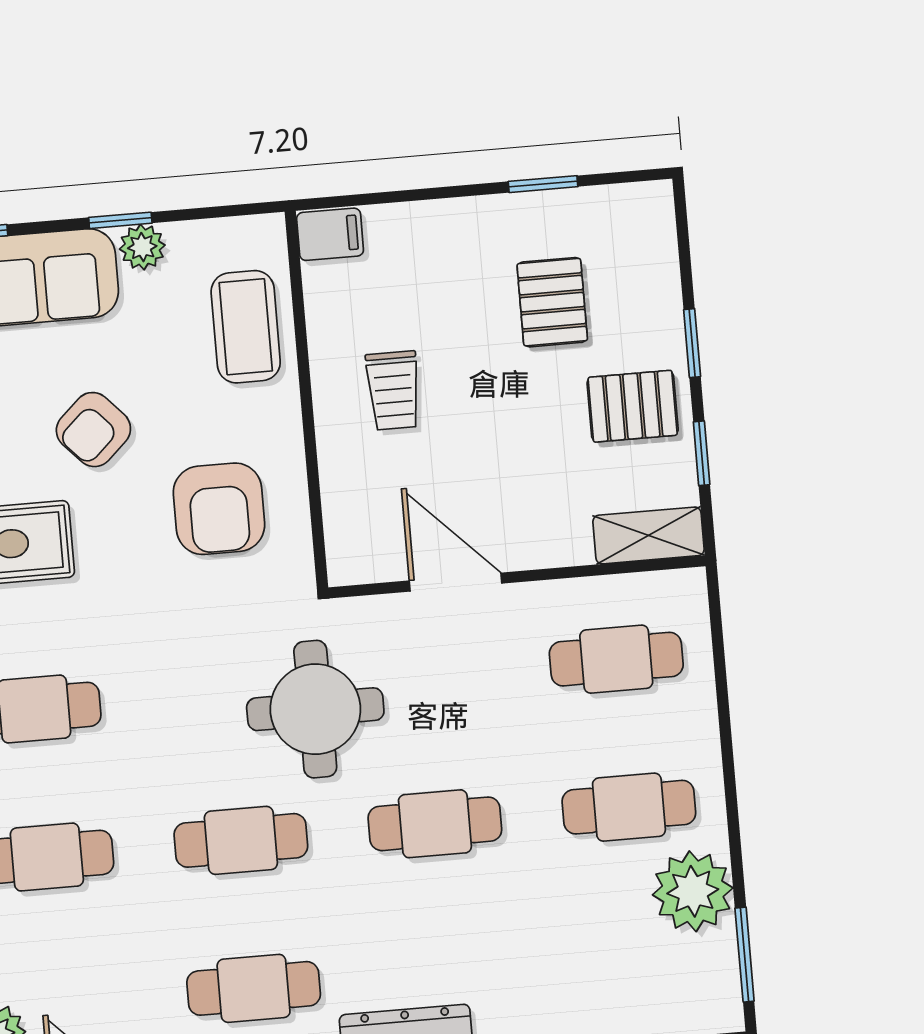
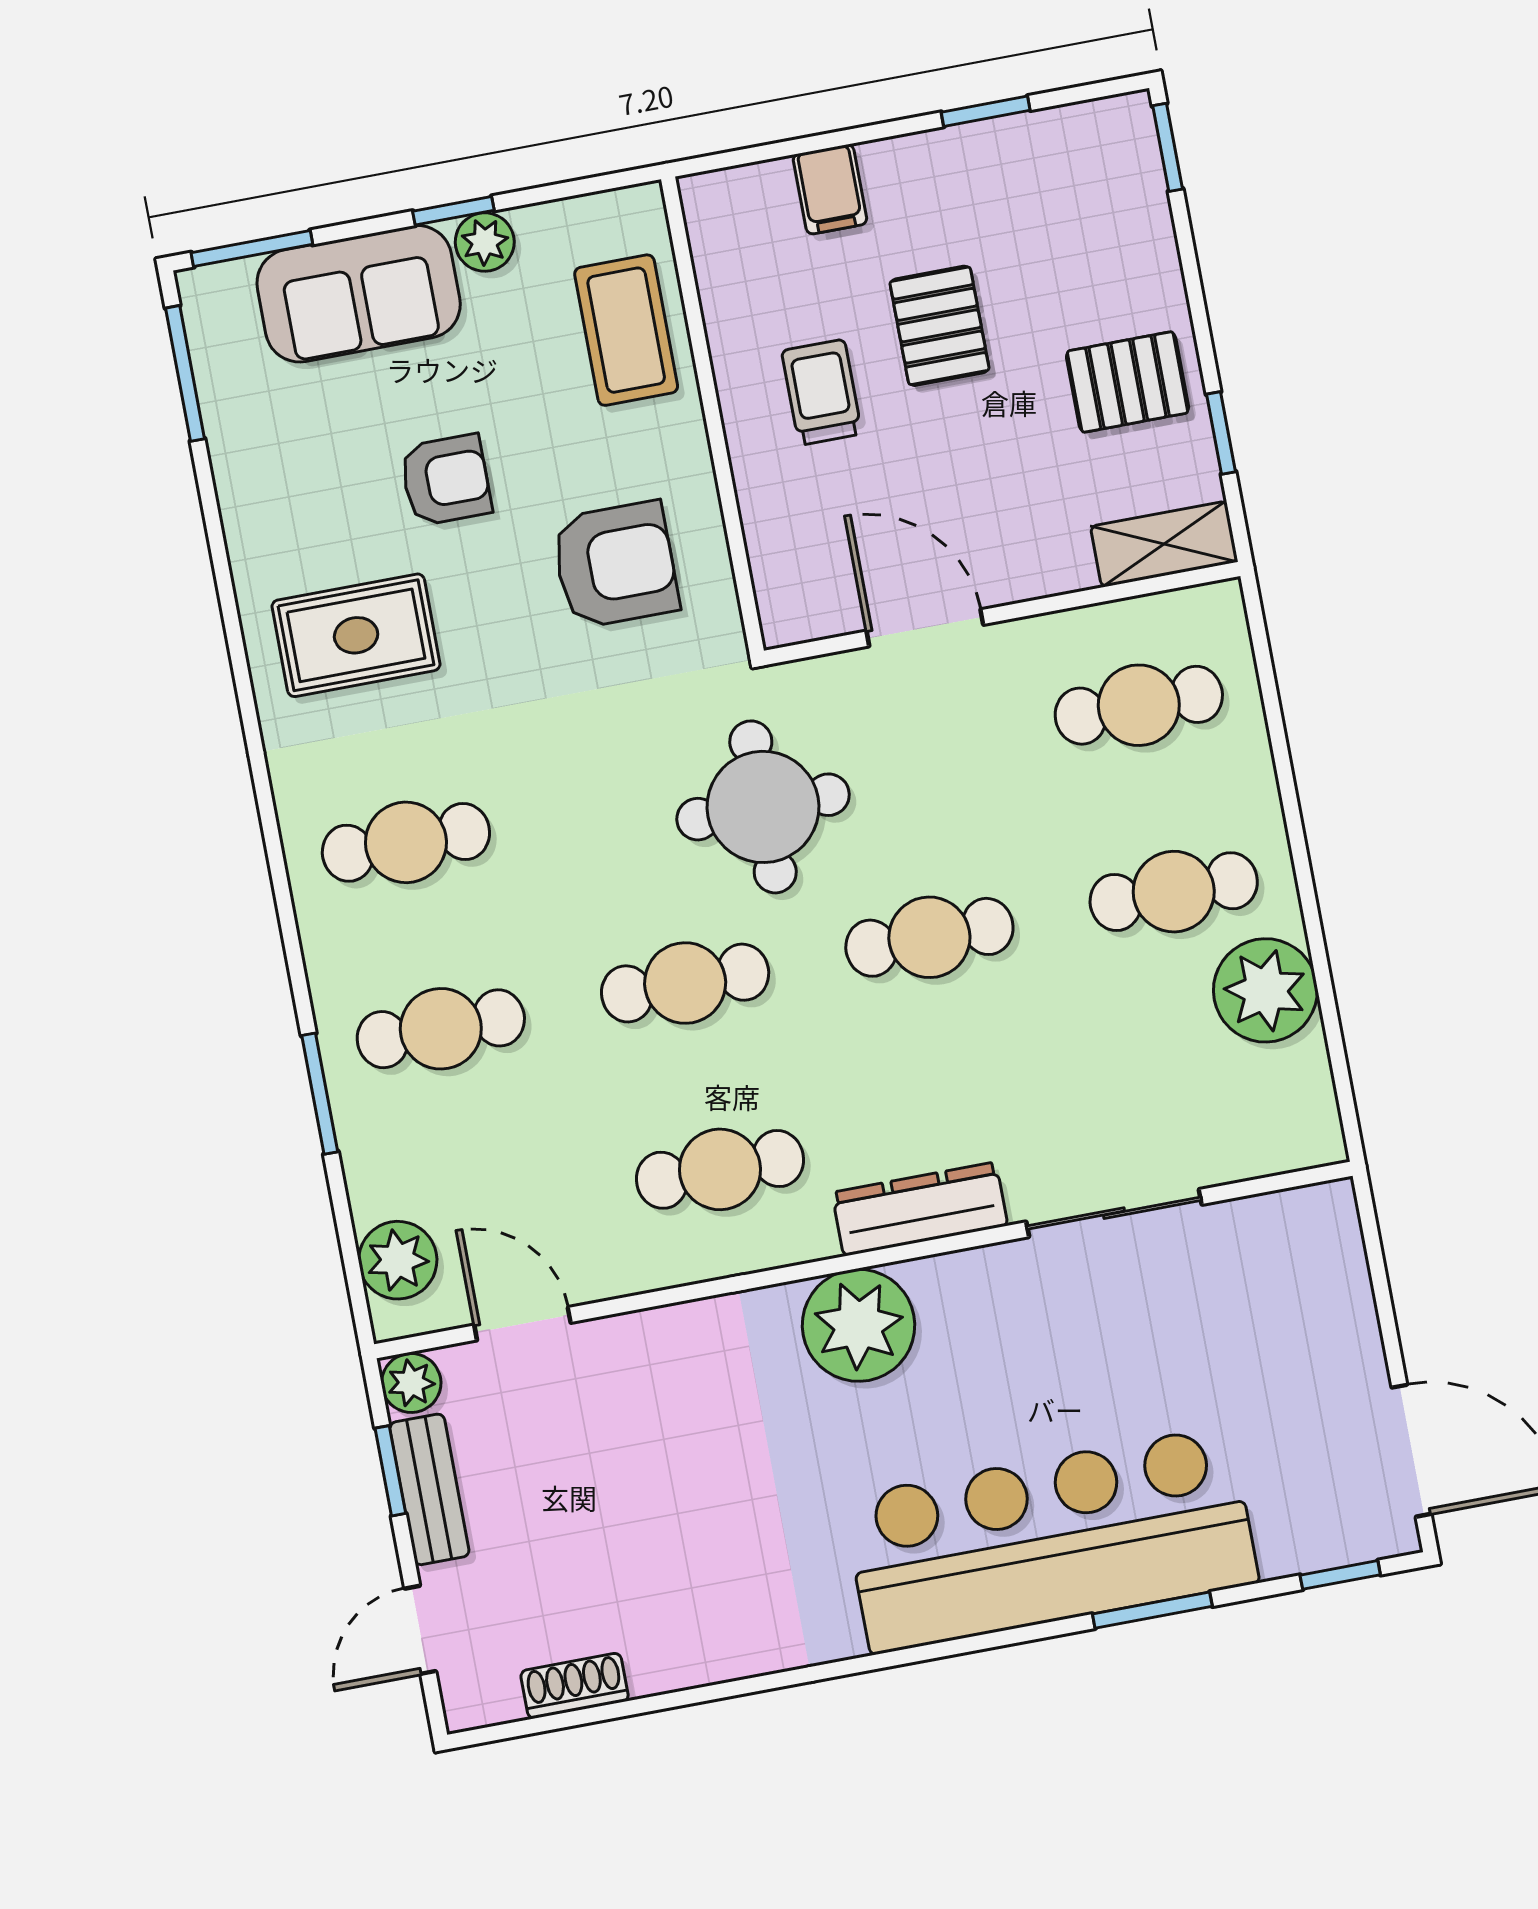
filing cabinet: (330, 234) -> (830, 189), moved, turned 90
pallet: (552, 302) -> (940, 326), moved
window: (692, 343) -> (1168, 147), moved
trolley: (393, 390) -> (822, 392), turned 180
armchair: (93, 430) -> (446, 480), turned -137
armchair: (219, 509) -> (615, 565), turned -90
window: (745, 955) -> (1339, 1064), removed

